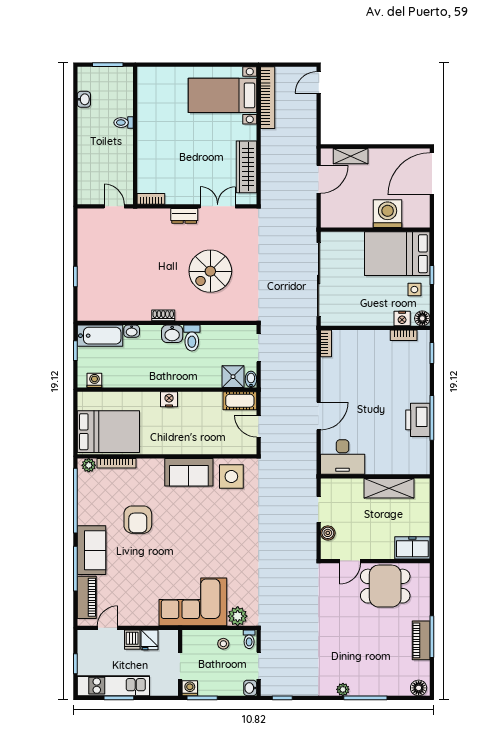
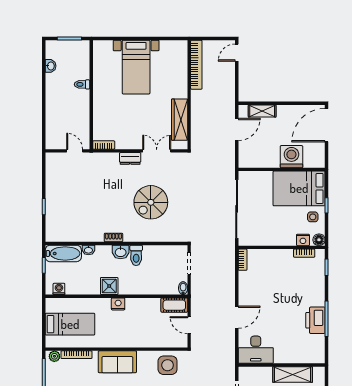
bed with nightstands: (223, 95) -> (136, 67), moved, turned -90
shower: (233, 377) -> (109, 286), moved
bed: (108, 432) -> (70, 324), width x0.67
sofa: (189, 472) -> (117, 362), moved

